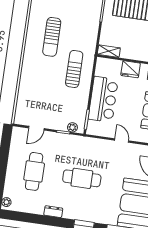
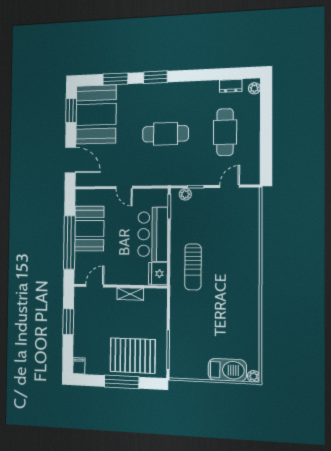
sun lounger: (52, 37) -> (226, 304), removed
shelving: (109, 51) -> (130, 294), moved
fridge: (131, 69) -> (158, 274), moved, turned -90
dresser: (53, 212) -> (231, 86), moved

